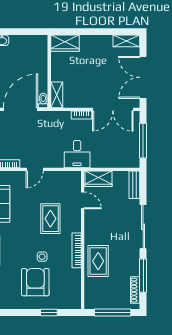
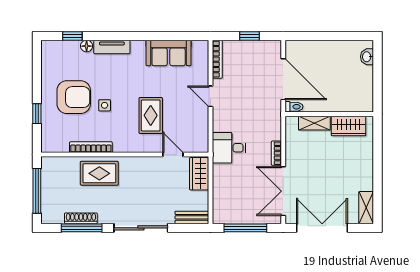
wardrobe: (65, 43) -> (349, 126), moved, turned -90
shelving: (57, 95) -> (314, 123), moved
door: (83, 200) -> (173, 155), swing flipped
rug: (50, 219) -> (151, 115), turned 90
bookcase: (77, 250) -> (91, 147), moved
shoe rack: (135, 290) -> (81, 218), moved

